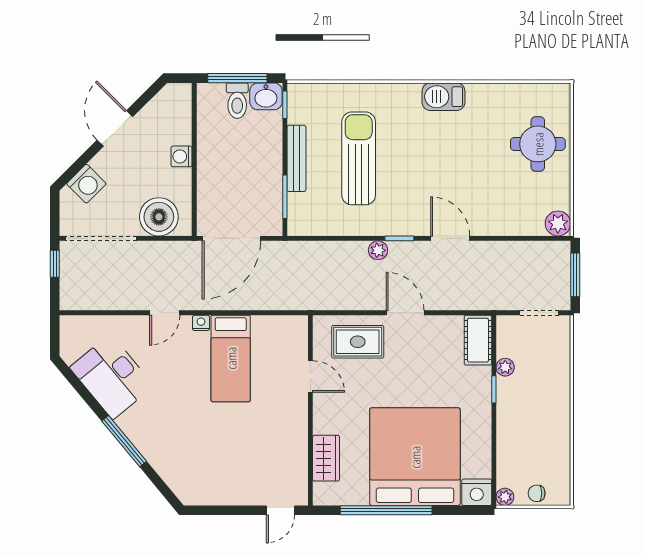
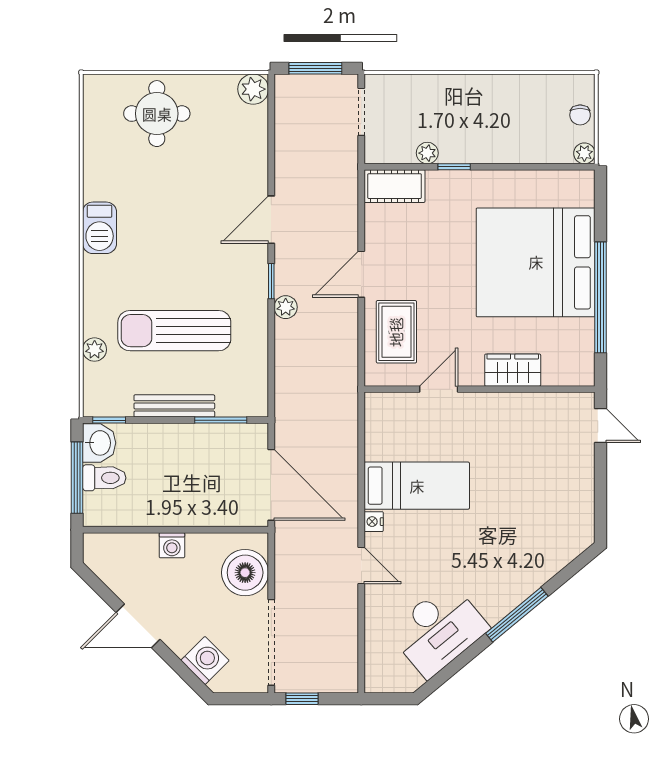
plant: (343, 93) -> (95, 350), added
wardrobe: (326, 458) -> (513, 370), moved
nightstand: (477, 492) -> (579, 188), removed

